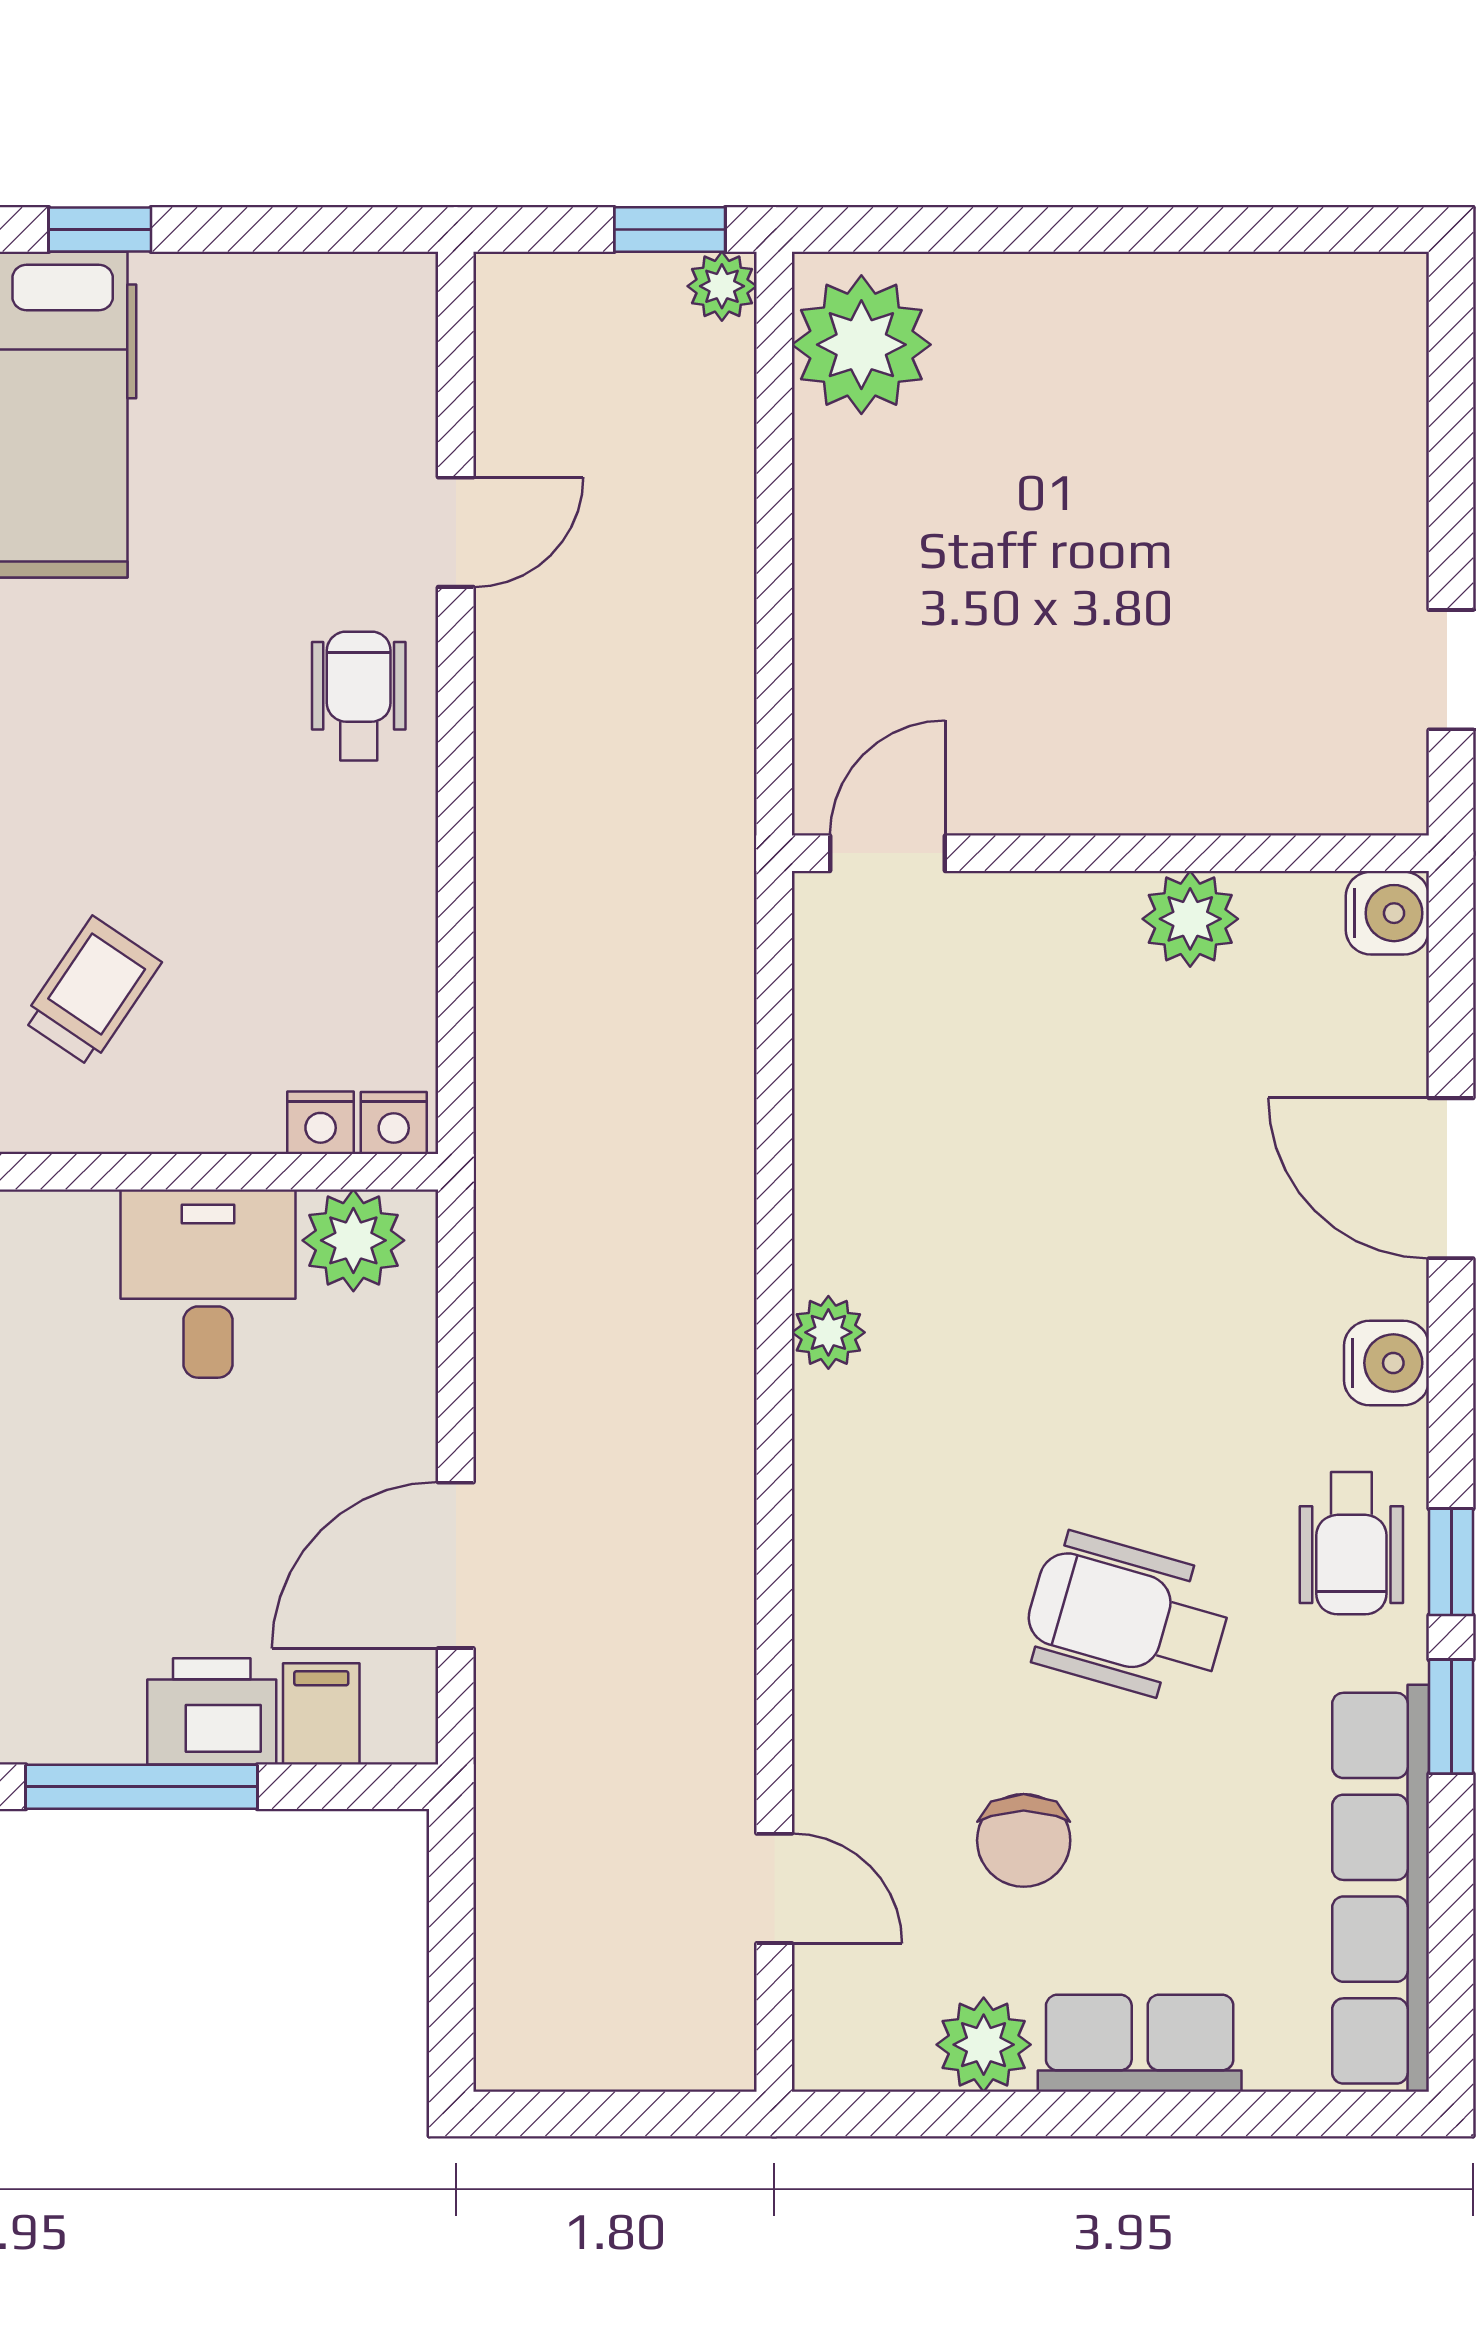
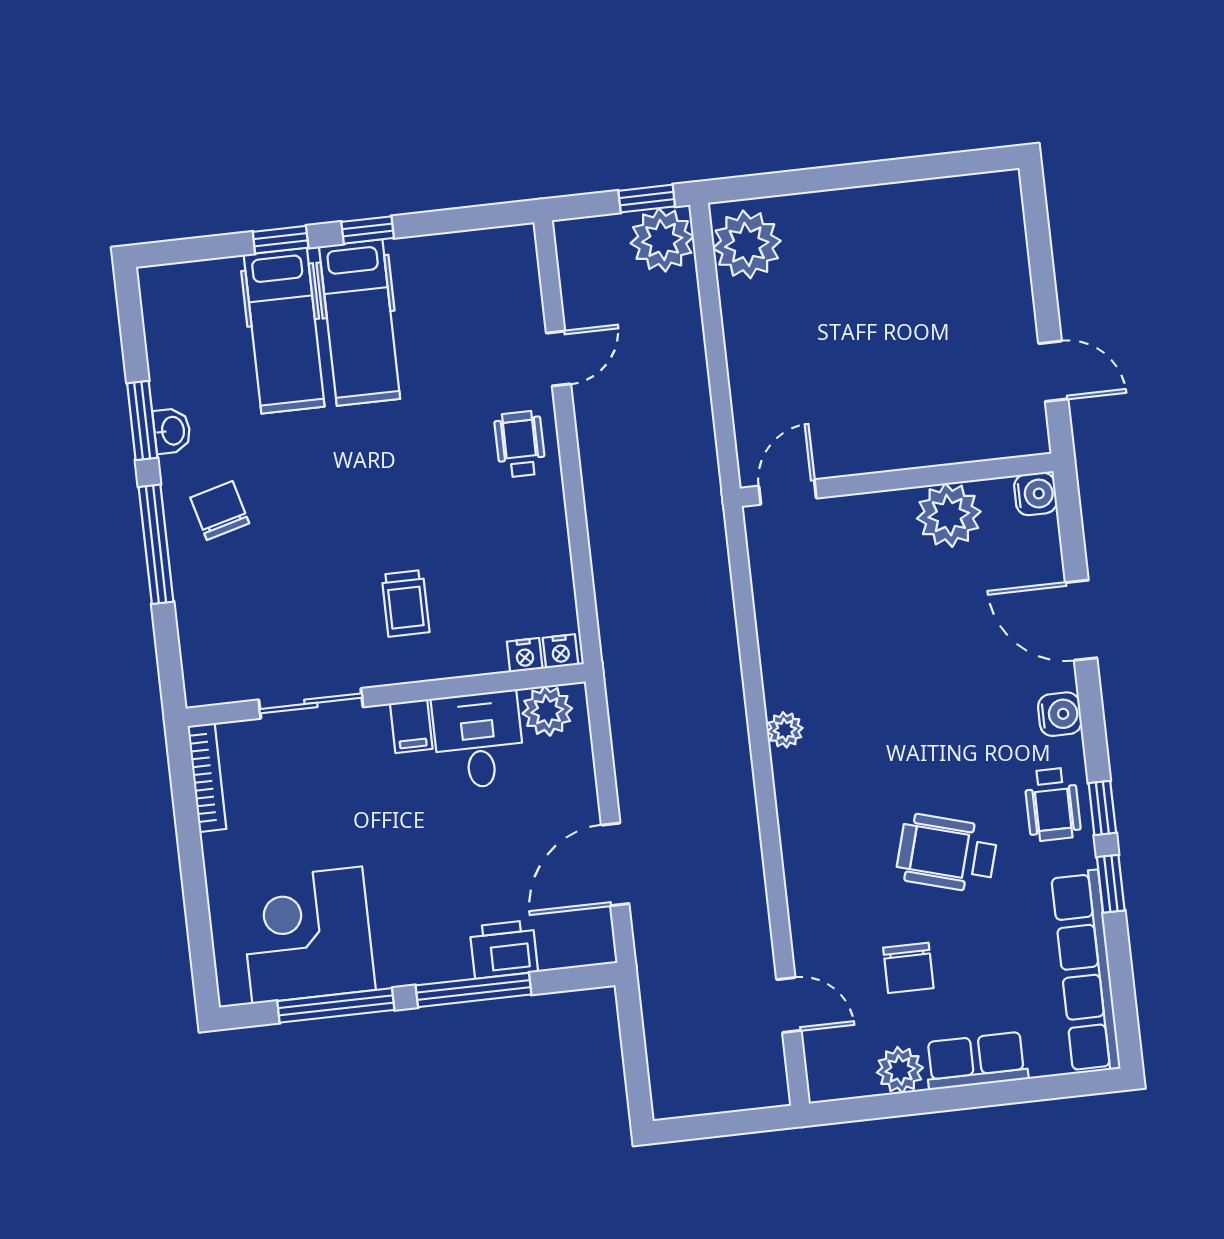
plant: (722, 286) -> (662, 240), width x1.88, depth x1.88
plant: (1190, 919) -> (949, 515), width x1.36, depth x1.36
trolley: (92, 991) -> (405, 603), turned 146
filing cabinet: (321, 1714) -> (411, 726), moved, turned 180

